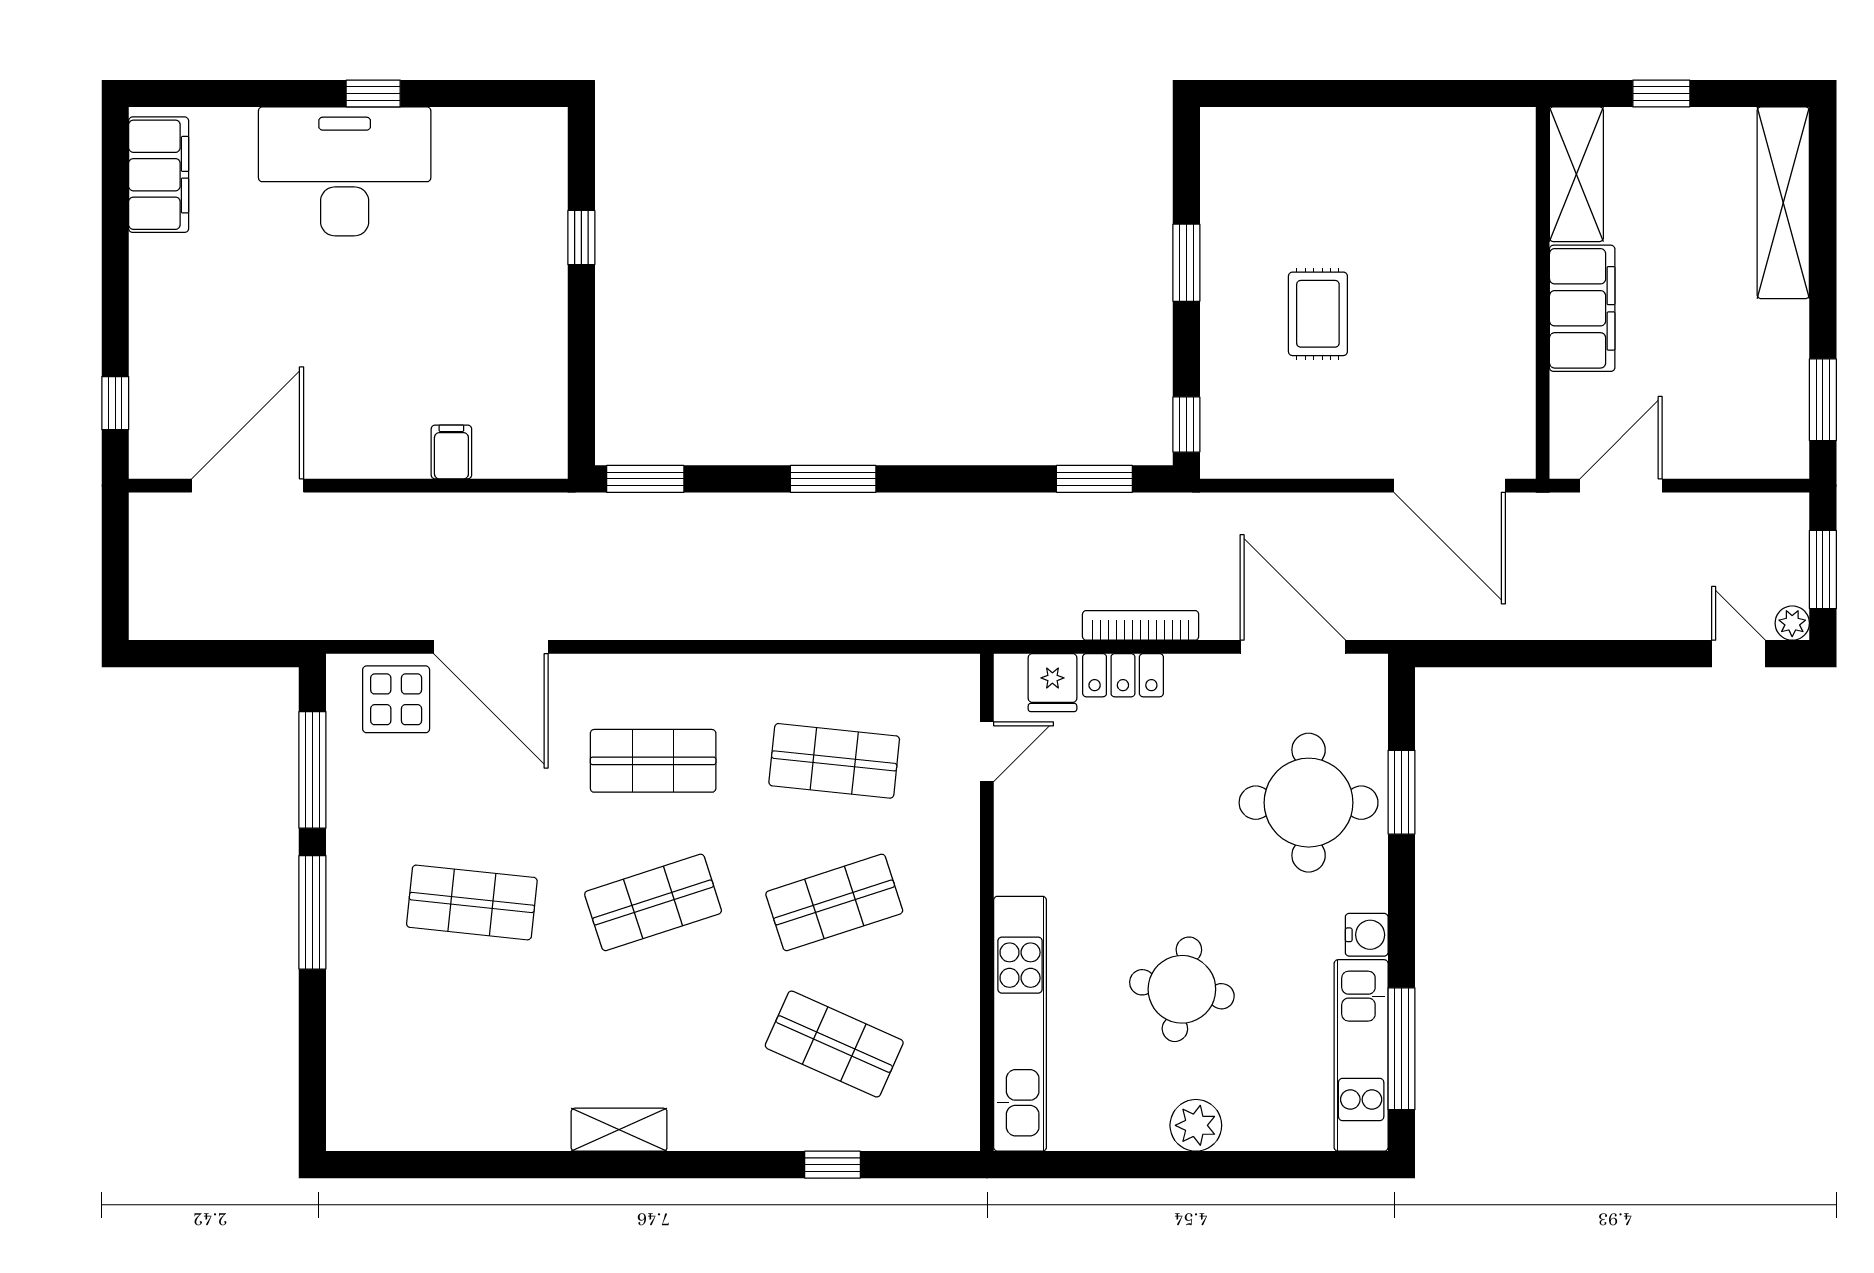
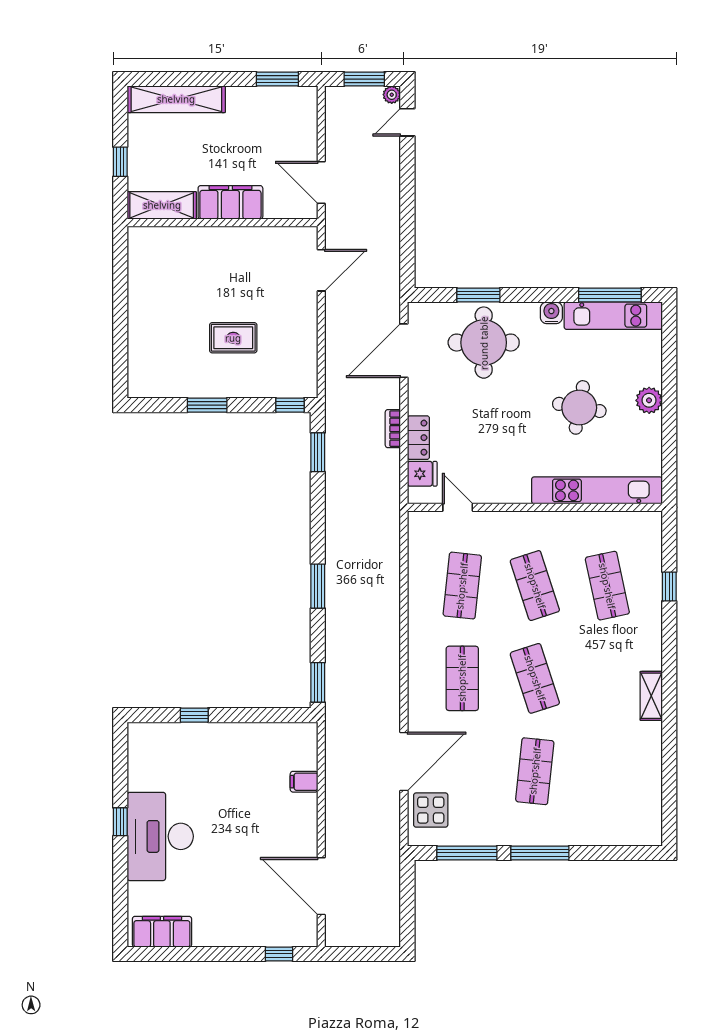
door: (1450, 486) -> (321, 270), width x0.73
bookcase: (1141, 625) -> (393, 429), width x0.64
shop shelf: (834, 1044) -> (607, 586), turned -36

